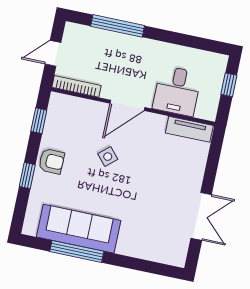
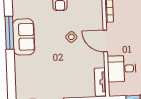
sofa: (79, 229) -> (24, 37), width x0.73

